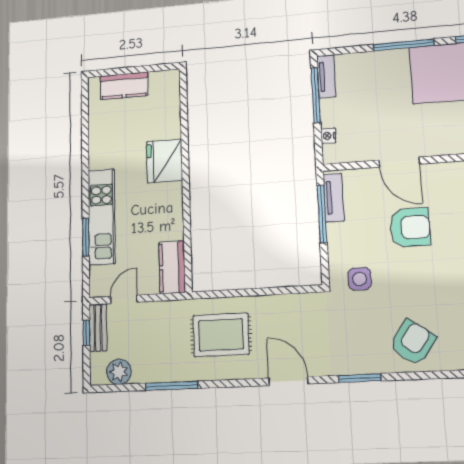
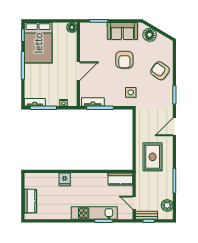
fridge: (164, 161) -> (65, 179), width x0.53, depth x0.75
armchair: (410, 227) -> (124, 60), moved, turned 180

